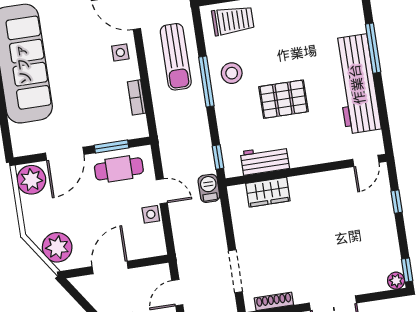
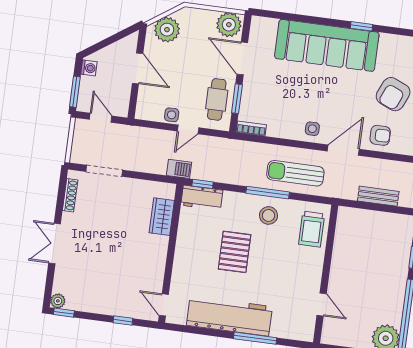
bookcase: (137, 97) -> (251, 128), moved
workbench: (265, 160) -> (202, 198), moved, turned 90

